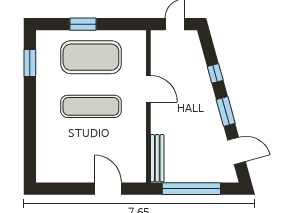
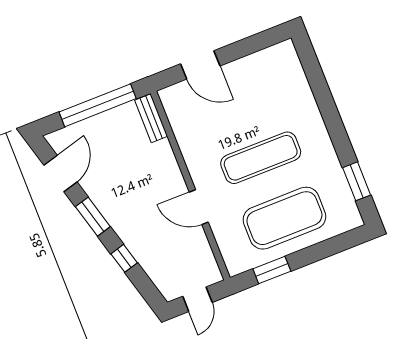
window: (83, 24) -> (272, 270), moved
door: (236, 151) -> (61, 174), swing flipped
bench: (157, 158) -> (151, 118), width x0.73

